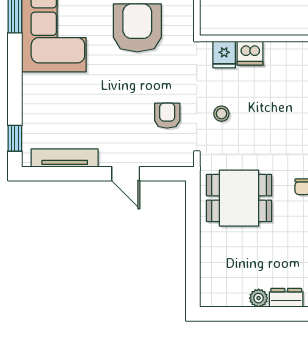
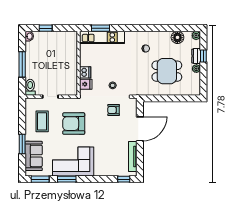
door: (126, 174) -> (140, 129), width x1.88
dining table: (239, 198) -> (167, 71), moved, turned 90
window: (286, 314) -> (203, 56), added

